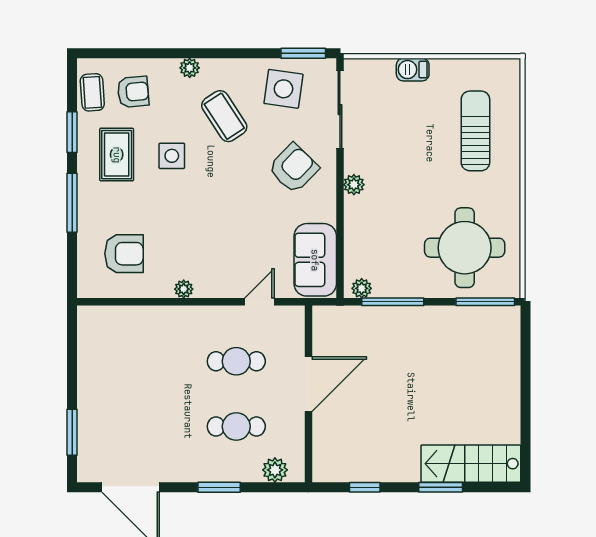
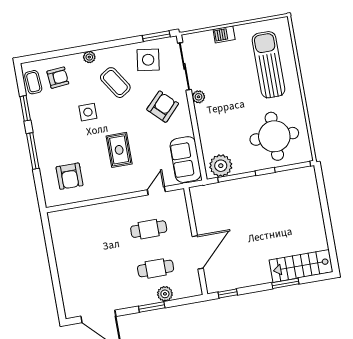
sun lounger: (475, 131) -> (268, 65), width x1.36, depth x1.34
rug: (117, 155) -> (119, 150), moved
plant: (354, 185) -> (198, 97), moved
armchair: (124, 254) -> (70, 176), turned 90
plant: (362, 288) -> (221, 166), width x1.87, depth x1.87
plant: (184, 289) -> (109, 191), removed
door: (308, 384) -> (198, 252), moved
window: (72, 432) -> (57, 289), removed
plant: (275, 470) -> (165, 294), moved
window: (365, 487) -> (228, 294), moved

